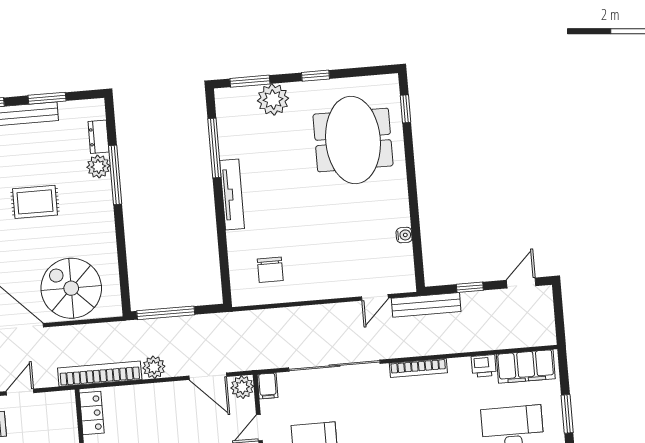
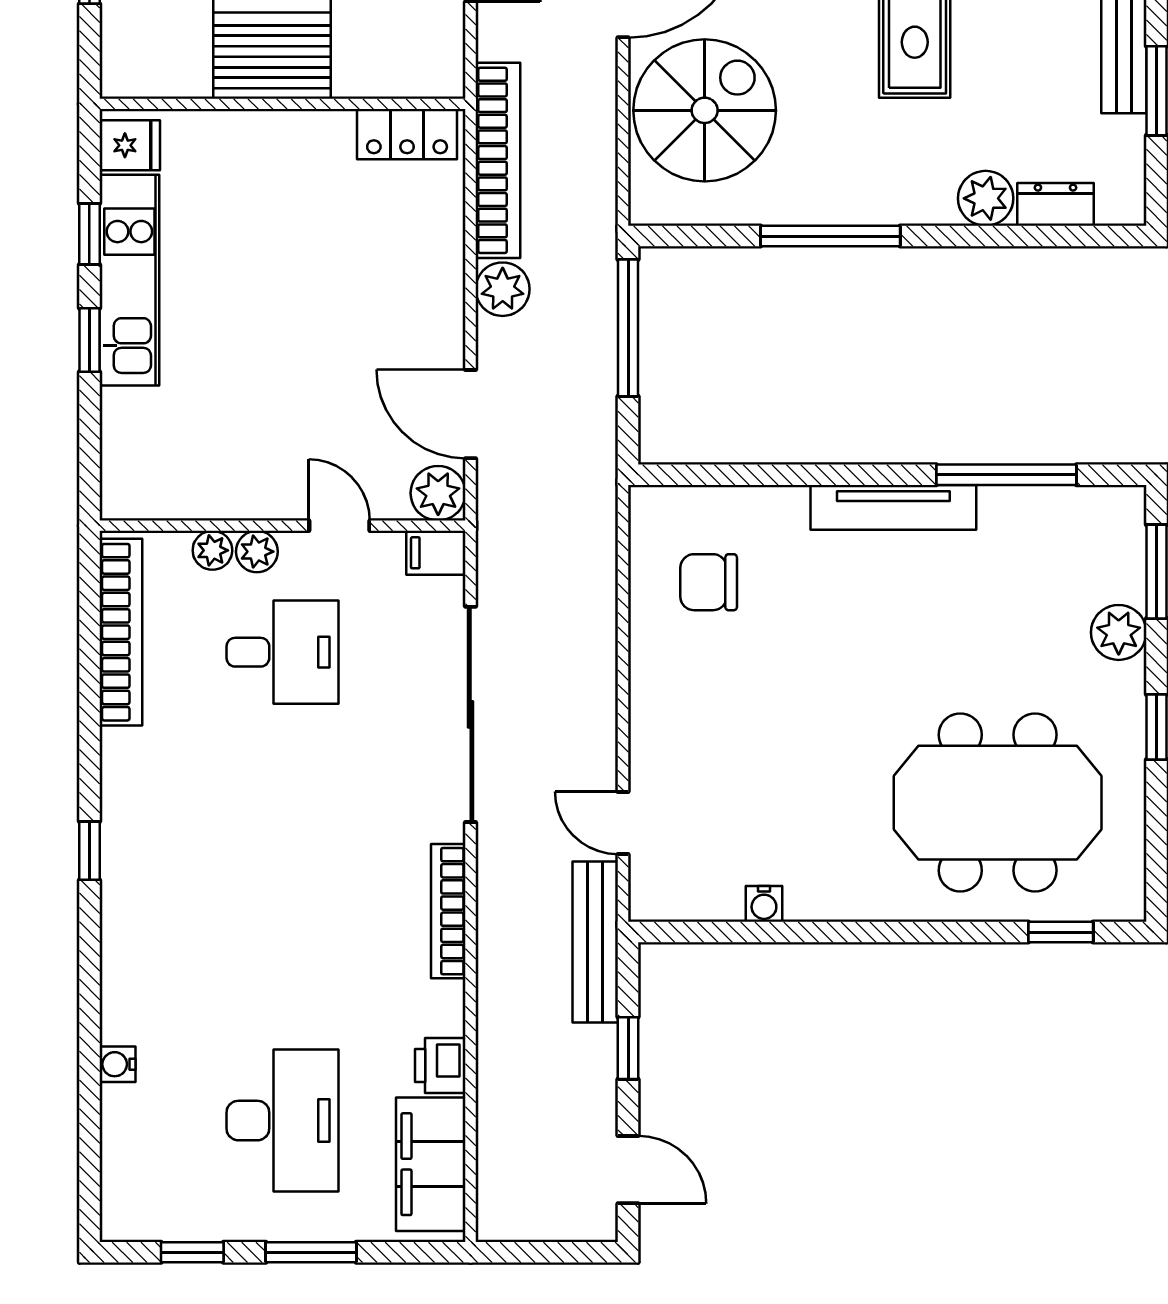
plant: (273, 100) -> (1119, 632), width x0.73, depth x0.73
window: (115, 175) -> (830, 236), moved
door: (208, 376) -> (471, 414), hinge flipped

